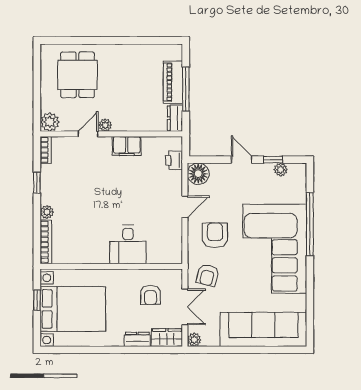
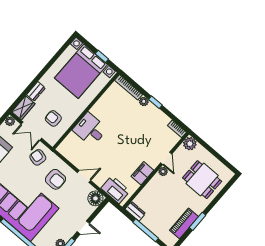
window: (127, 41) -> (198, 221), added
piano: (173, 82) -> (184, 223), moved, turned -90
printer: (174, 160) -> (115, 190), width x1.87, depth x1.48
window: (37, 183) -> (155, 102), moved
door: (185, 207) -> (84, 176), swing flipped

